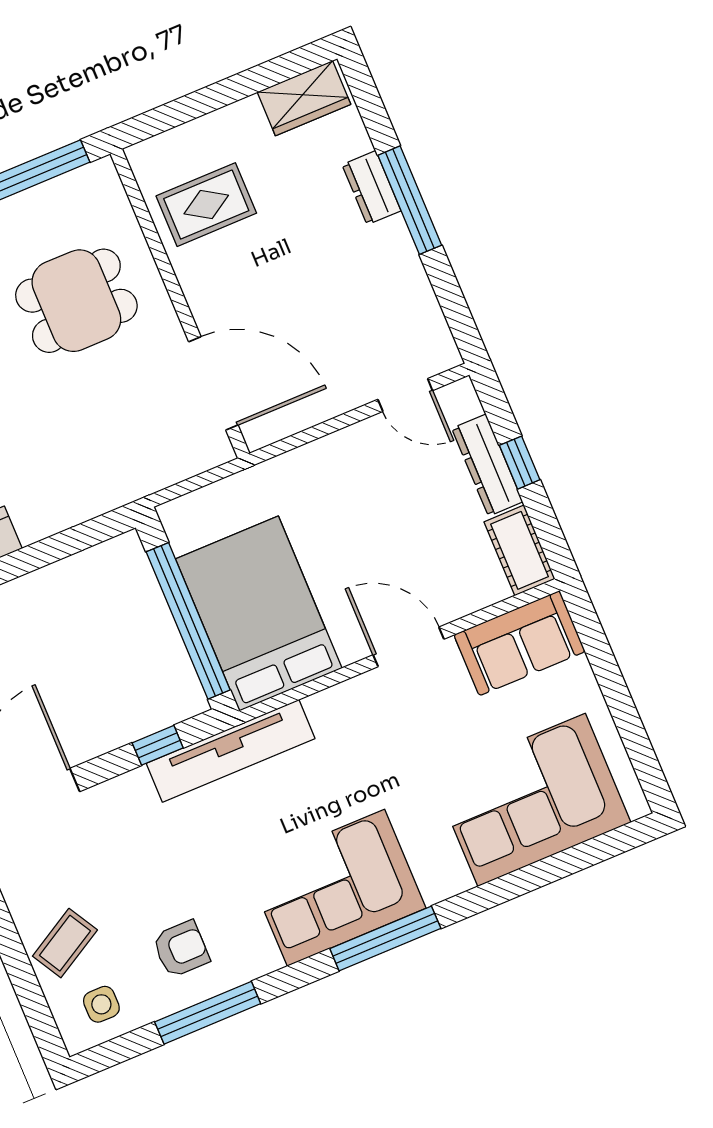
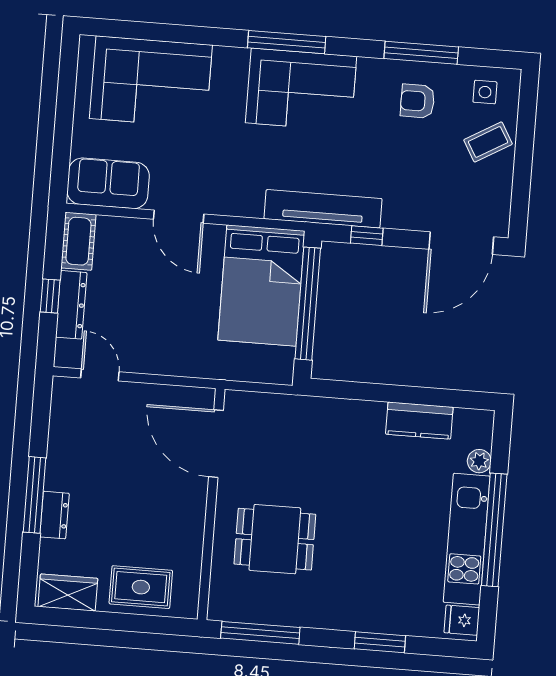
rug: (206, 205) -> (141, 587), moved

